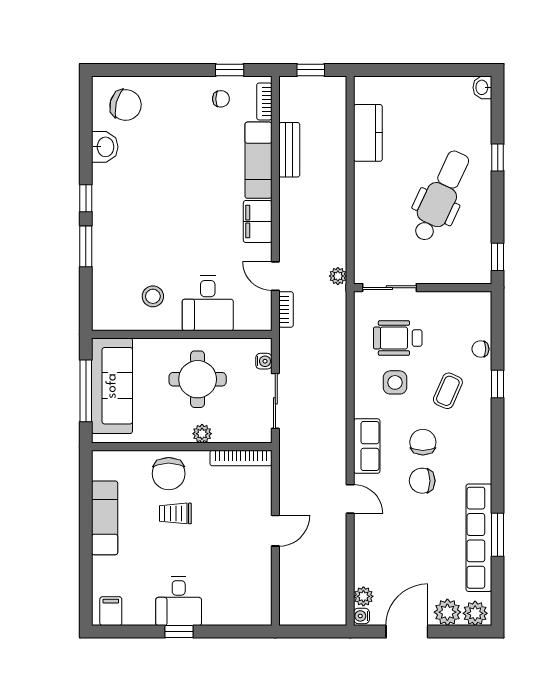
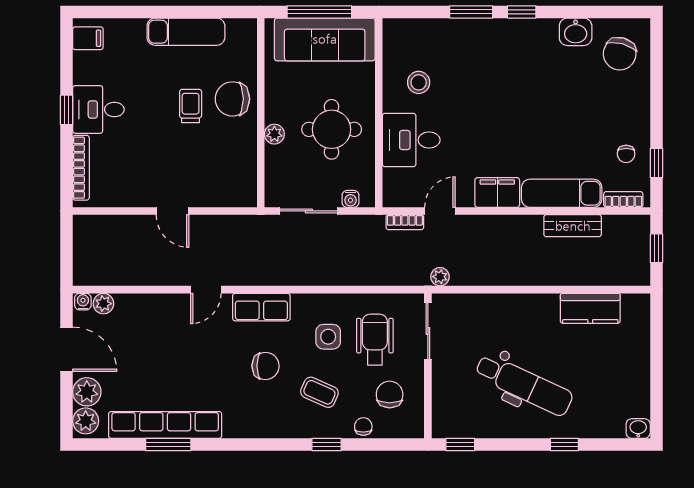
bookcase: (241, 458) -> (81, 168), moved, turned 180
chair: (422, 481) -> (390, 394), moved

